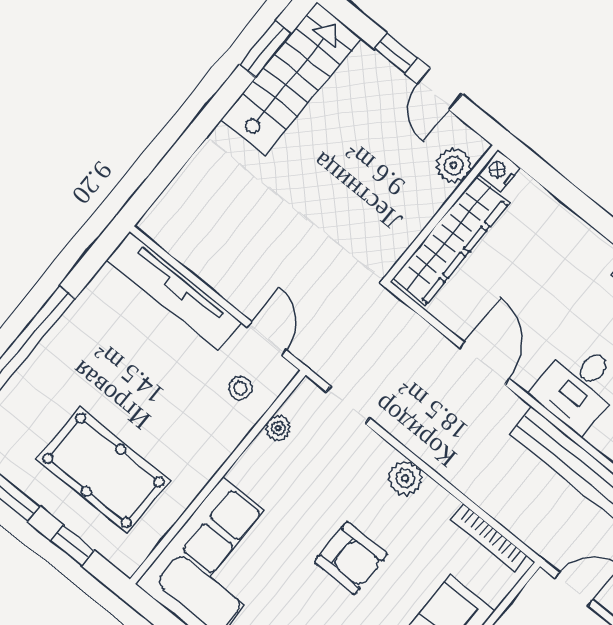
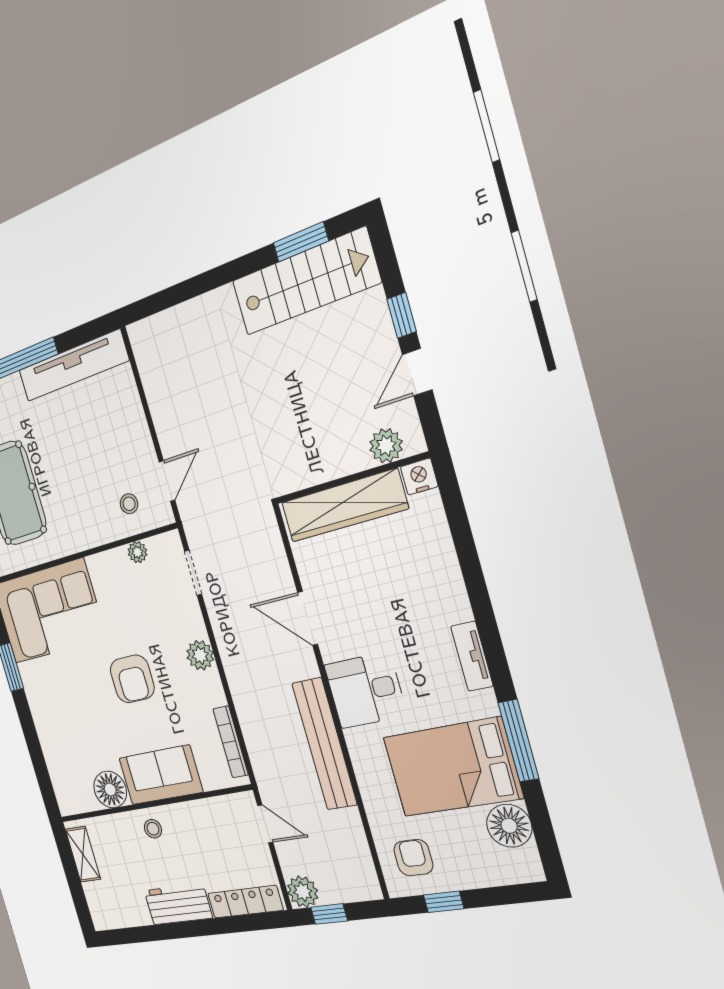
tv unit: (174, 291) -> (73, 366), moved, turned -90
door: (484, 363) -> (308, 618), swing flipped

